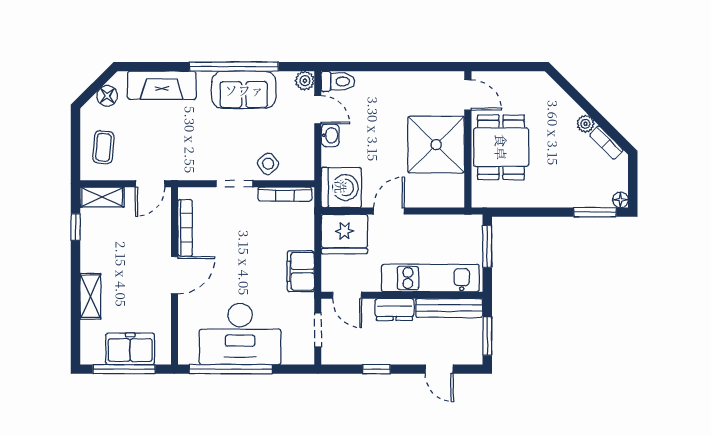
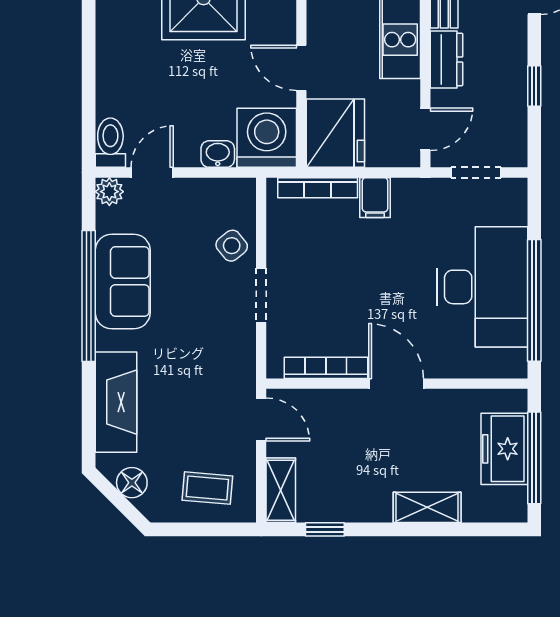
washbasin: (330, 135) -> (218, 154), moved
bookcase: (285, 194) -> (318, 188), moved, turned 90
filing cabinet: (301, 271) -> (375, 198), width x0.50

